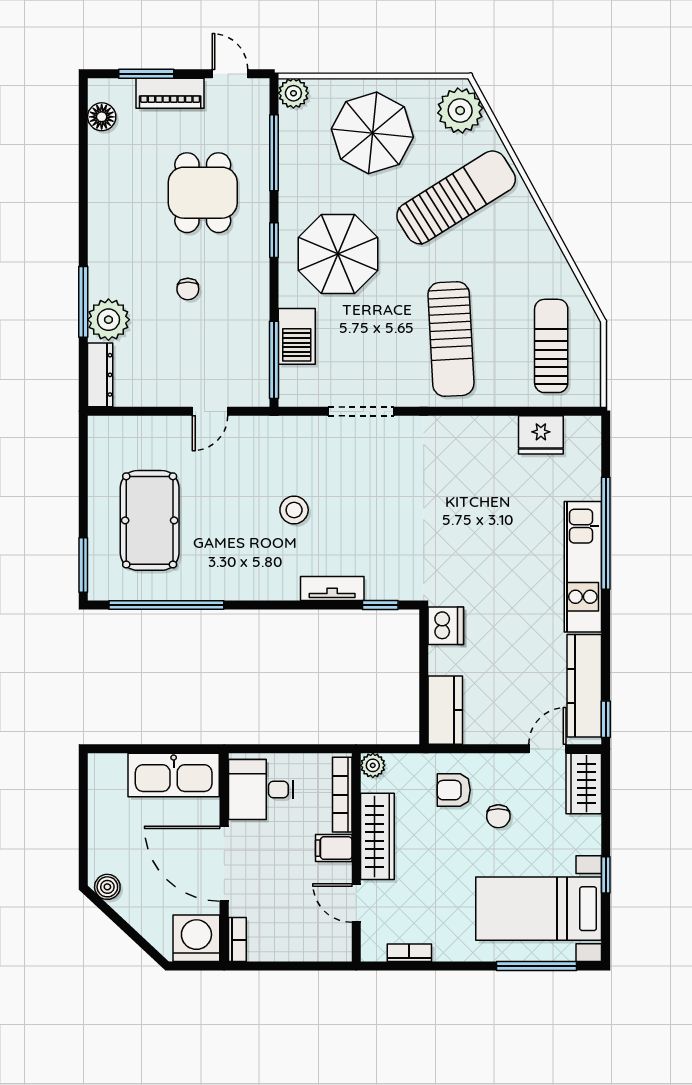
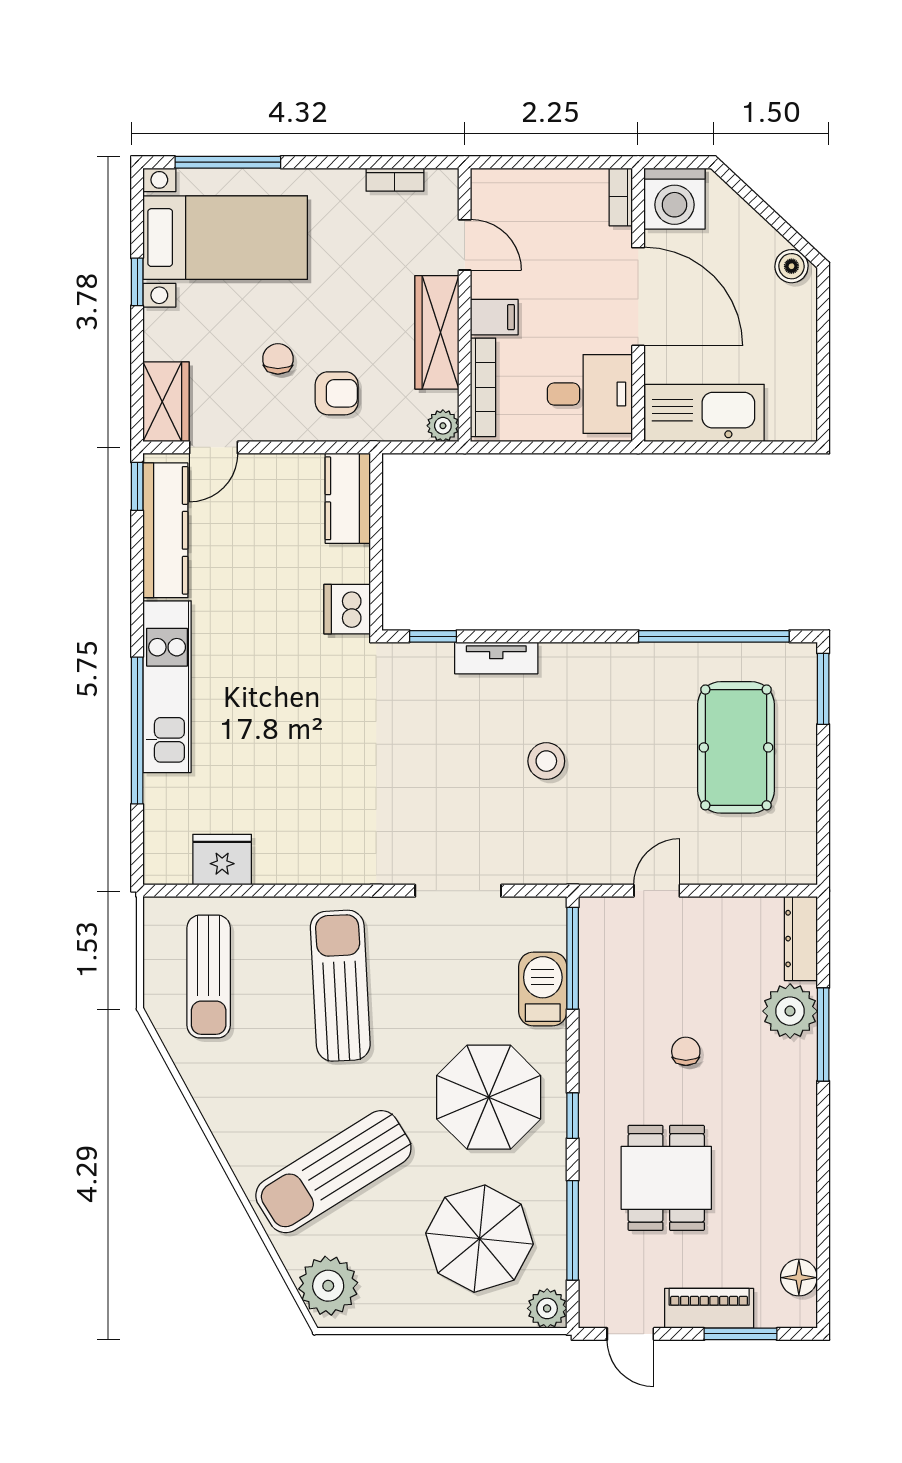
parasol: (372, 133) -> (479, 1239), moved

